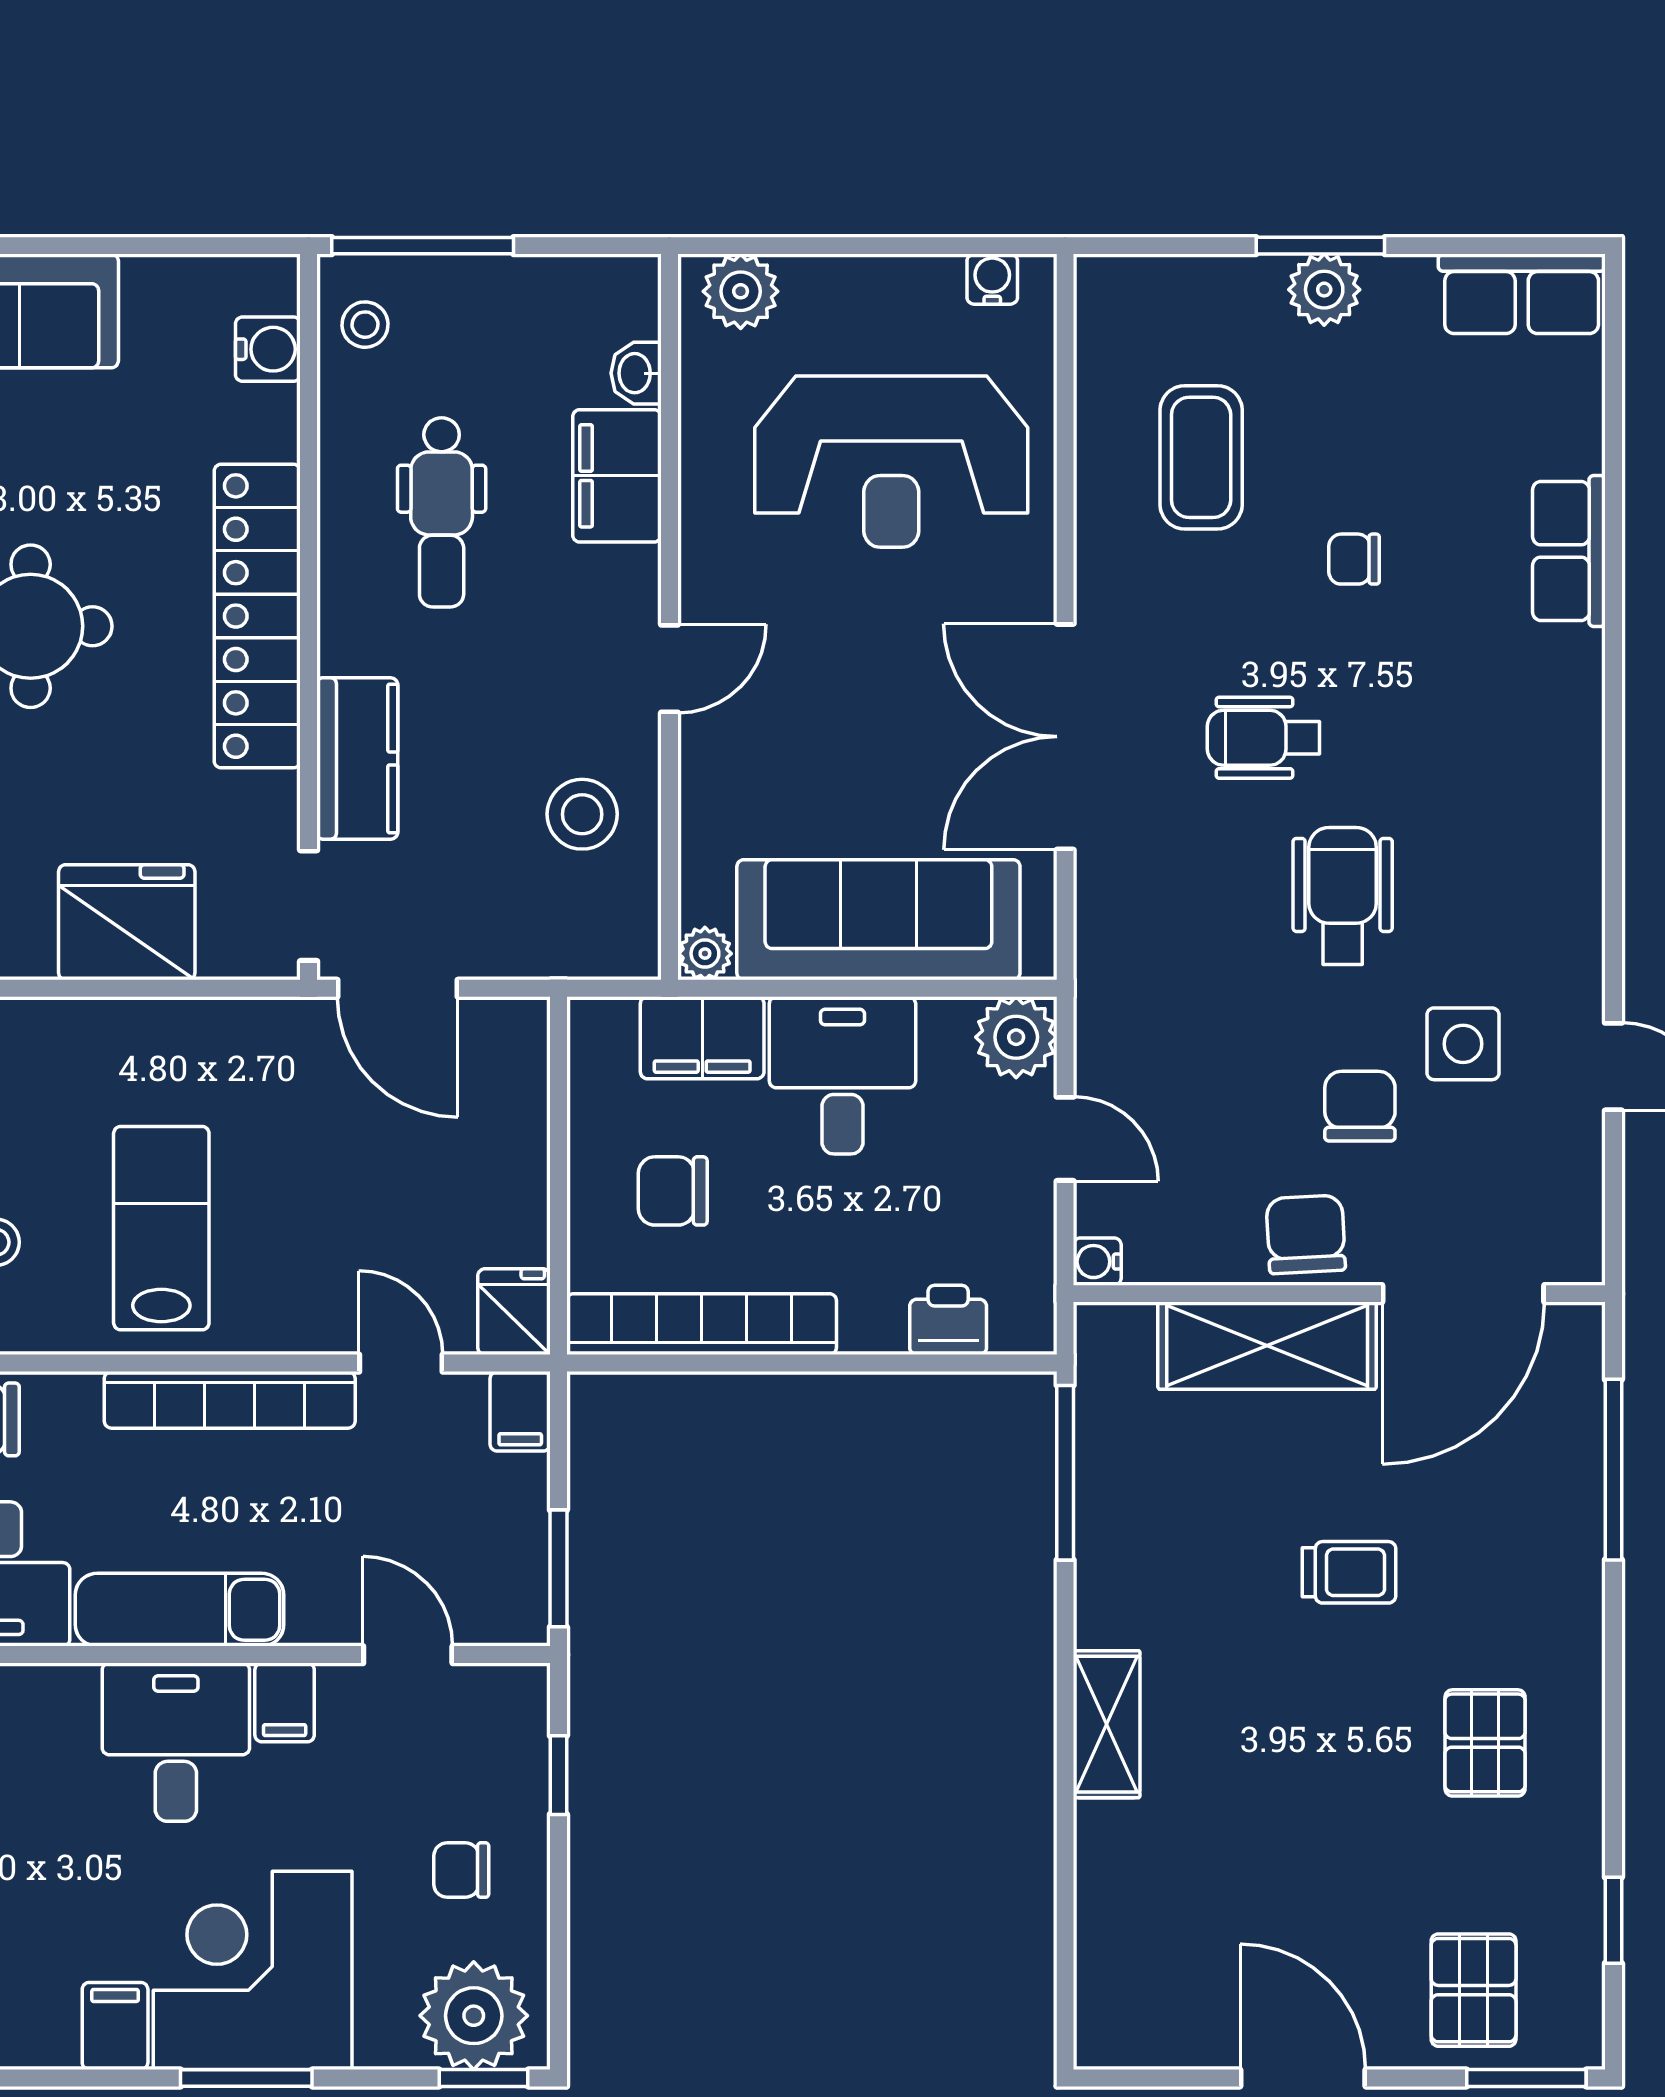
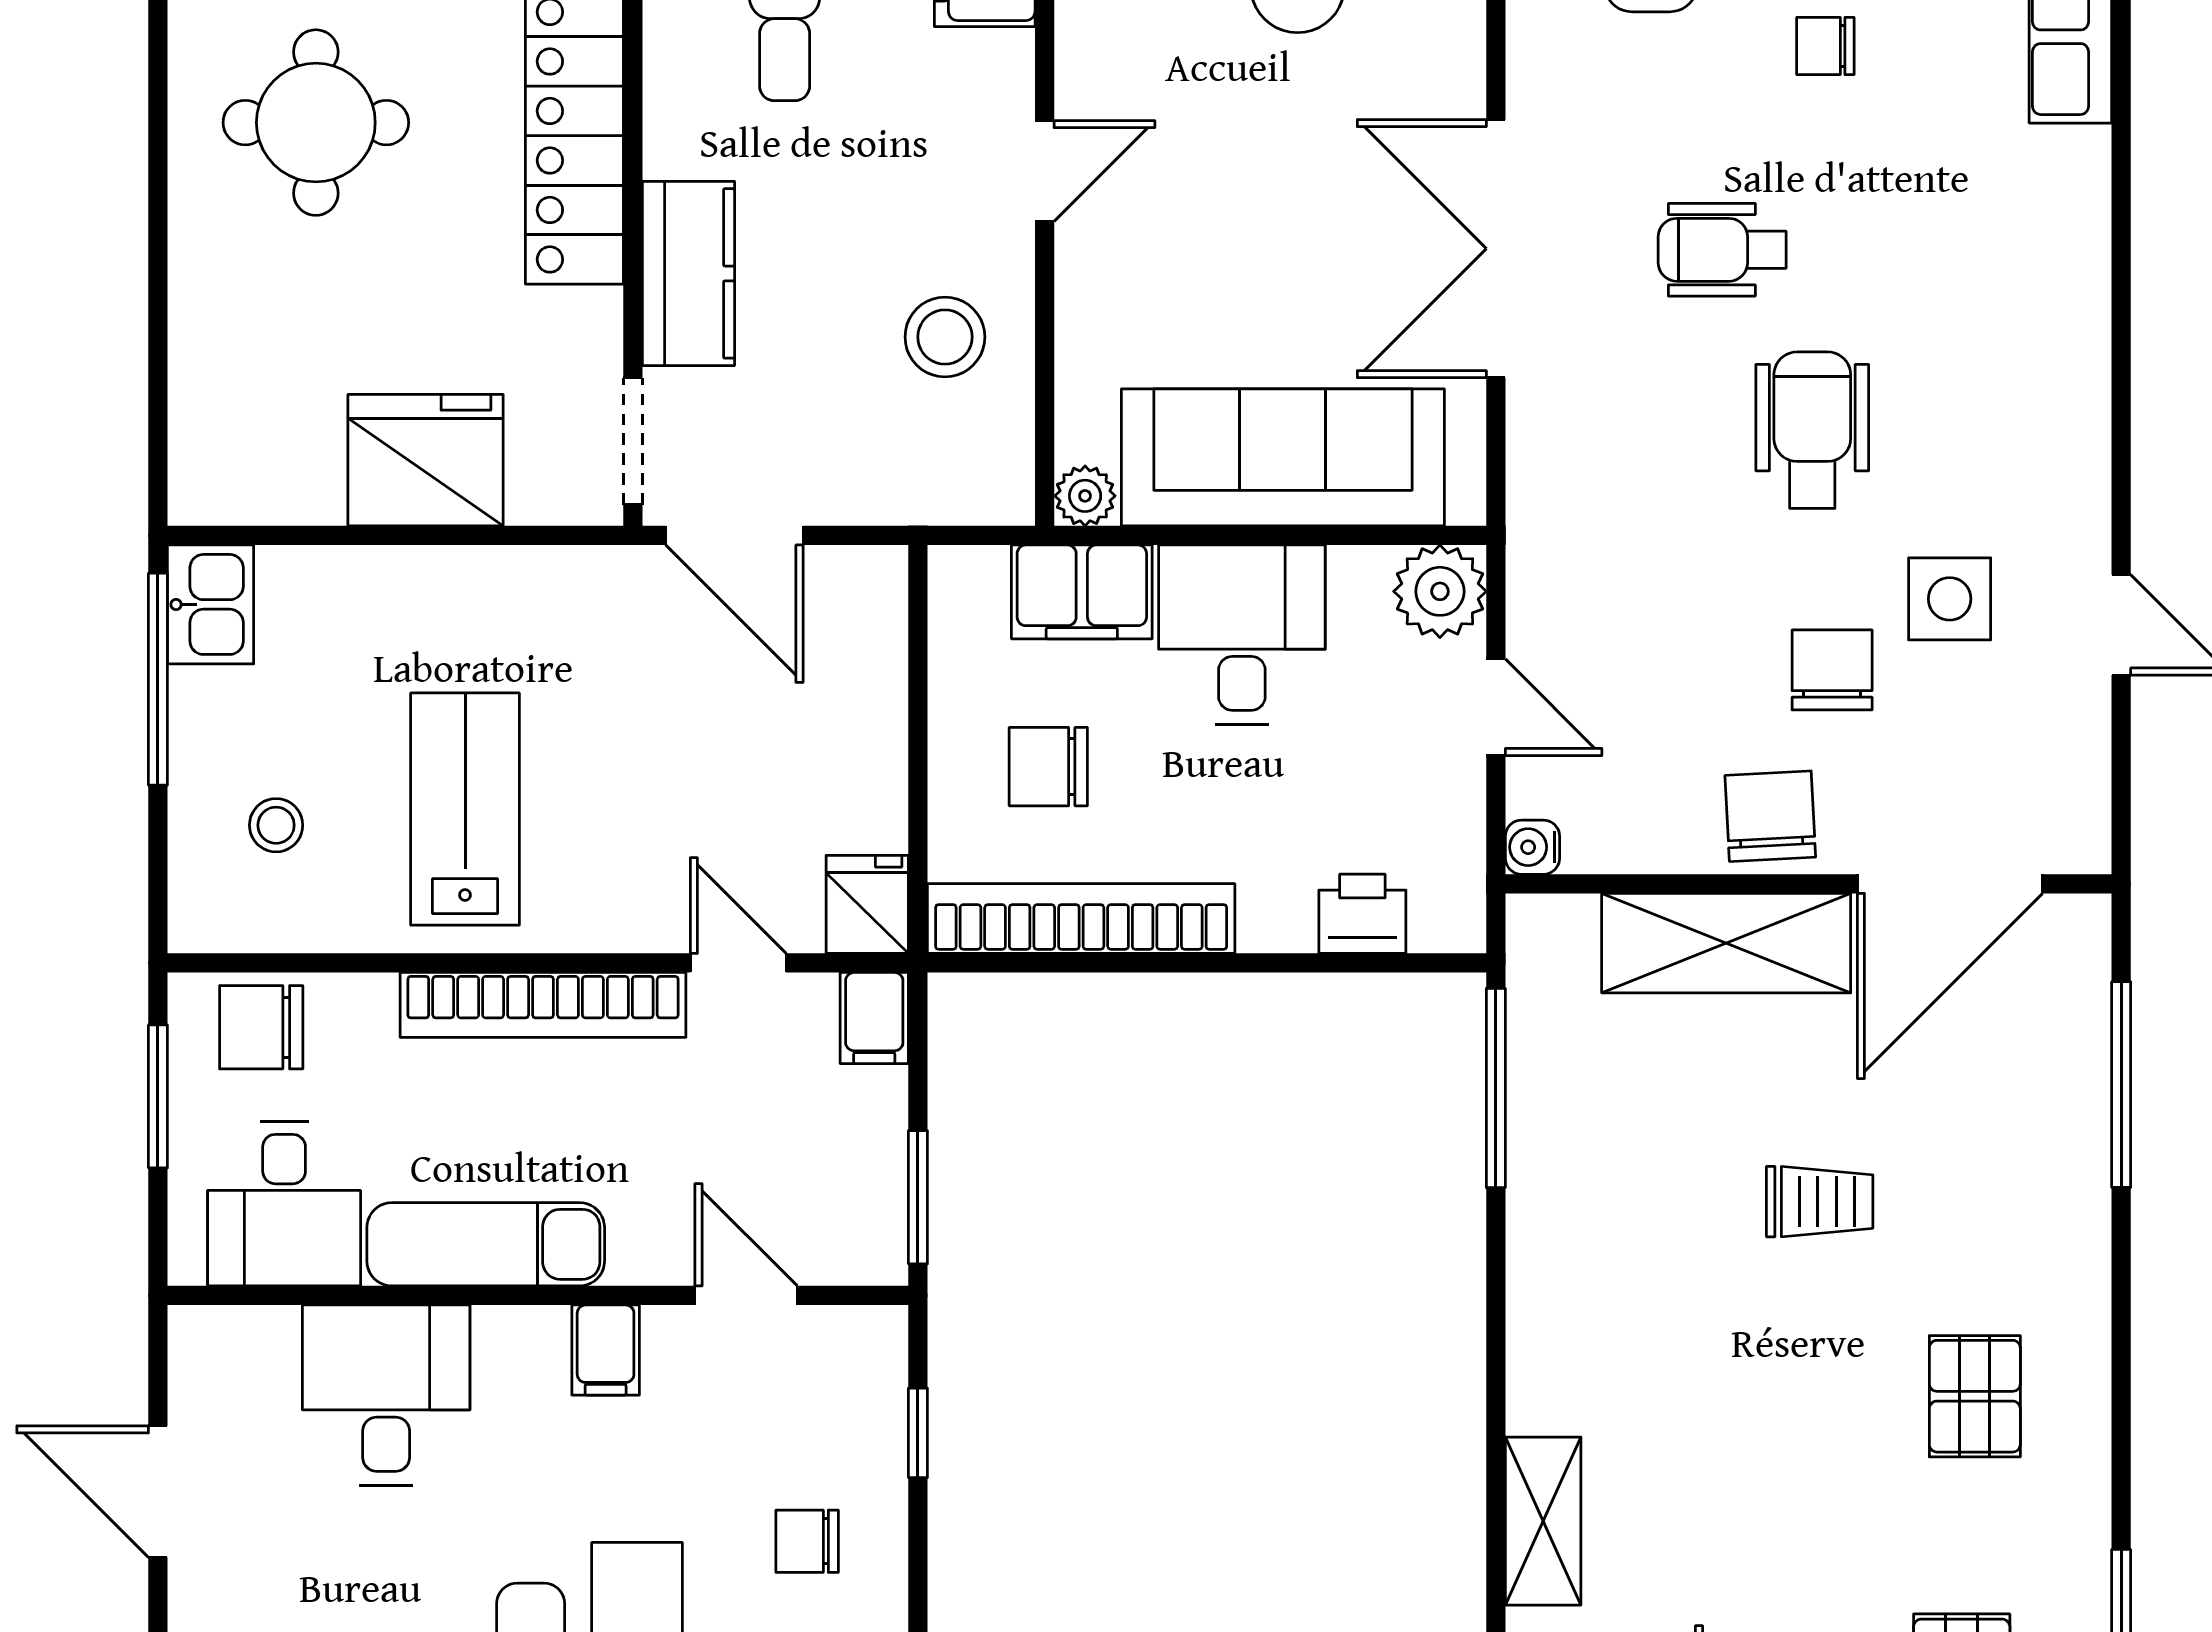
shelving: (1107, 1724) -> (1543, 1521), moved
desk: (176, 1742) -> (386, 1395), moved

